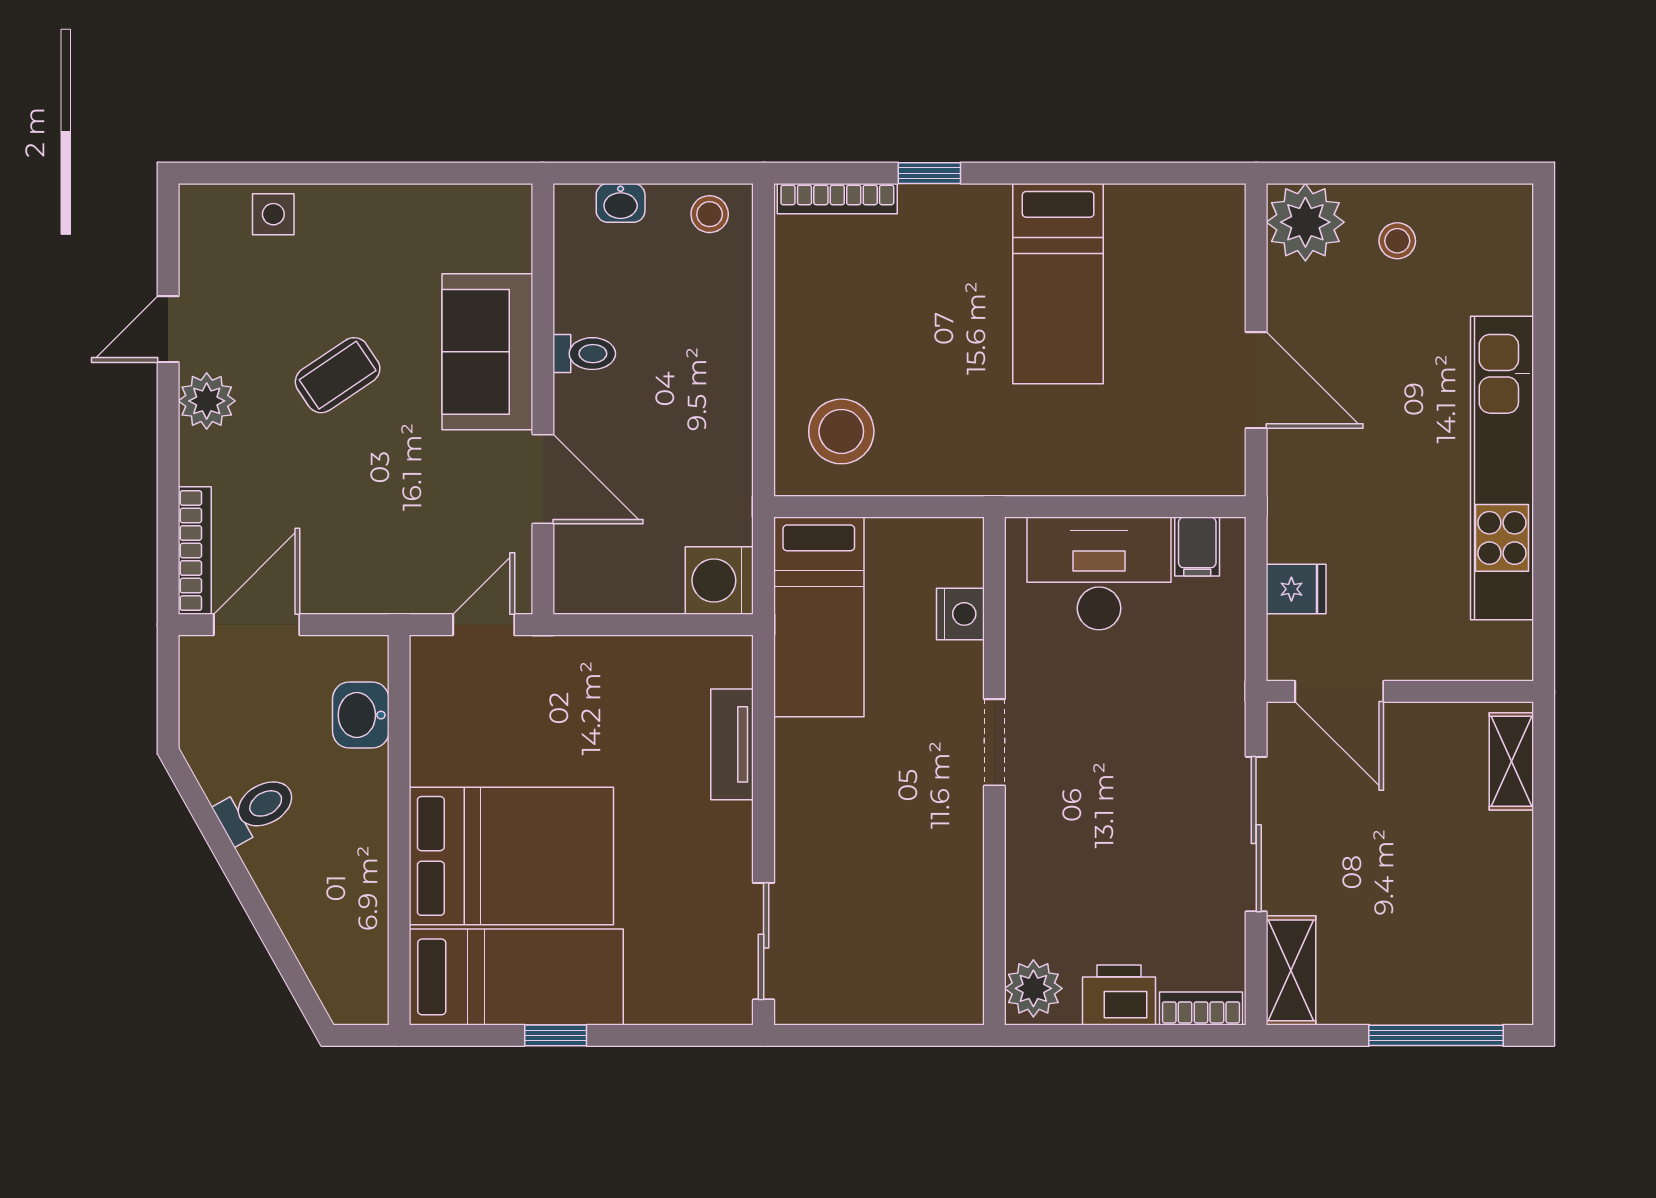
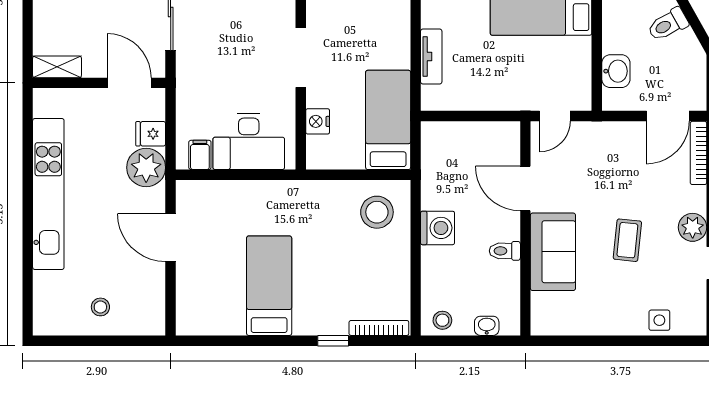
plant: (1305, 222) -> (146, 168), moved
coffee table: (338, 375) -> (627, 240), turned -50
washing machine: (719, 581) -> (438, 228), moved
doorway: (994, 742) -> (301, 58), width x1.38
shelving: (1511, 761) -> (57, 67), moved, turned 90

